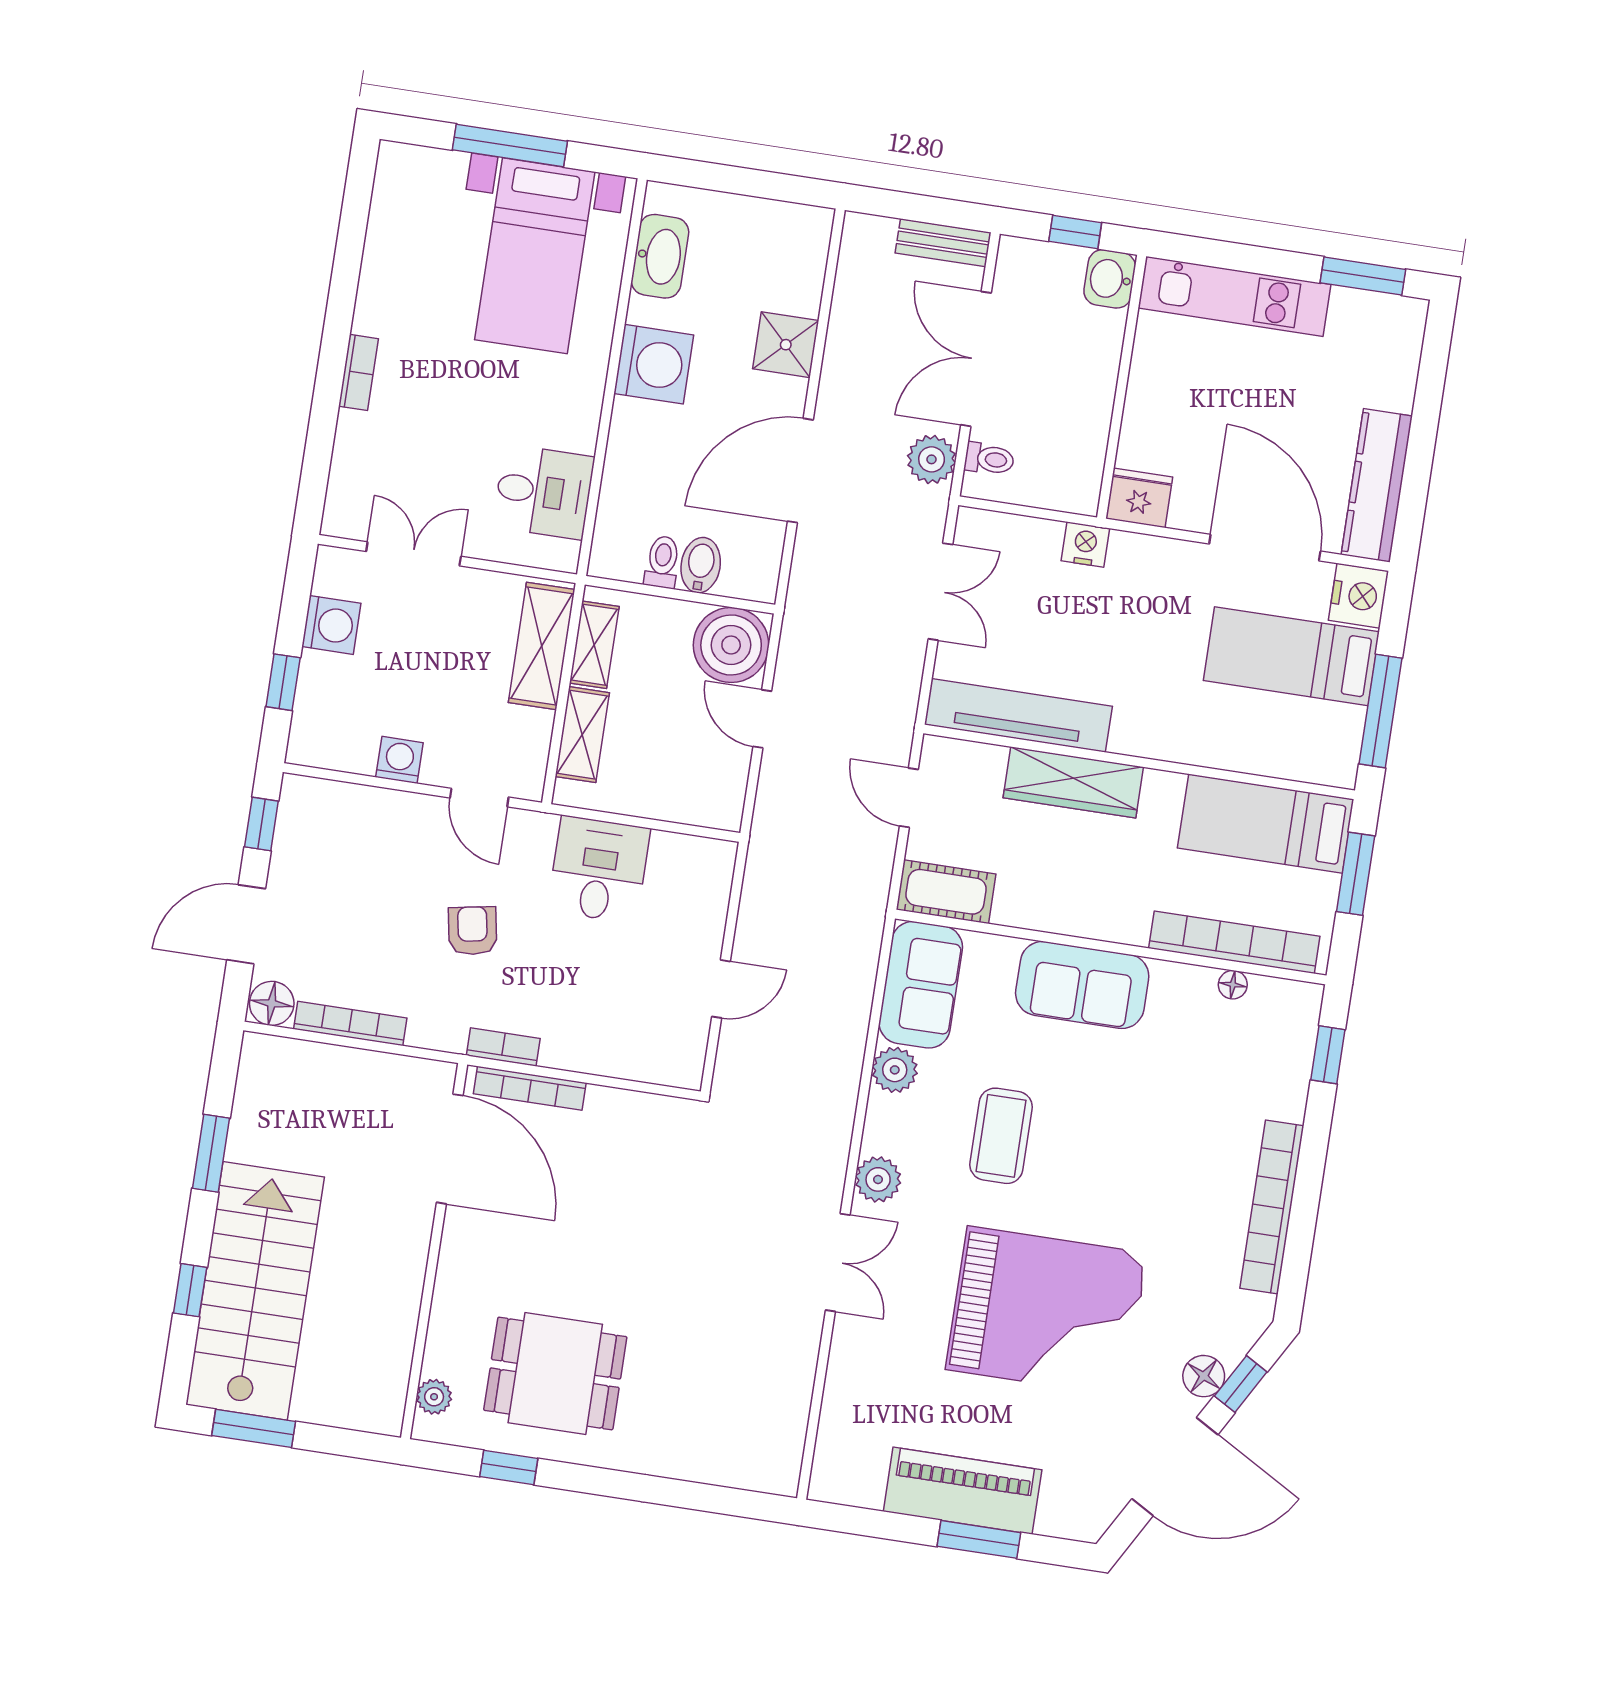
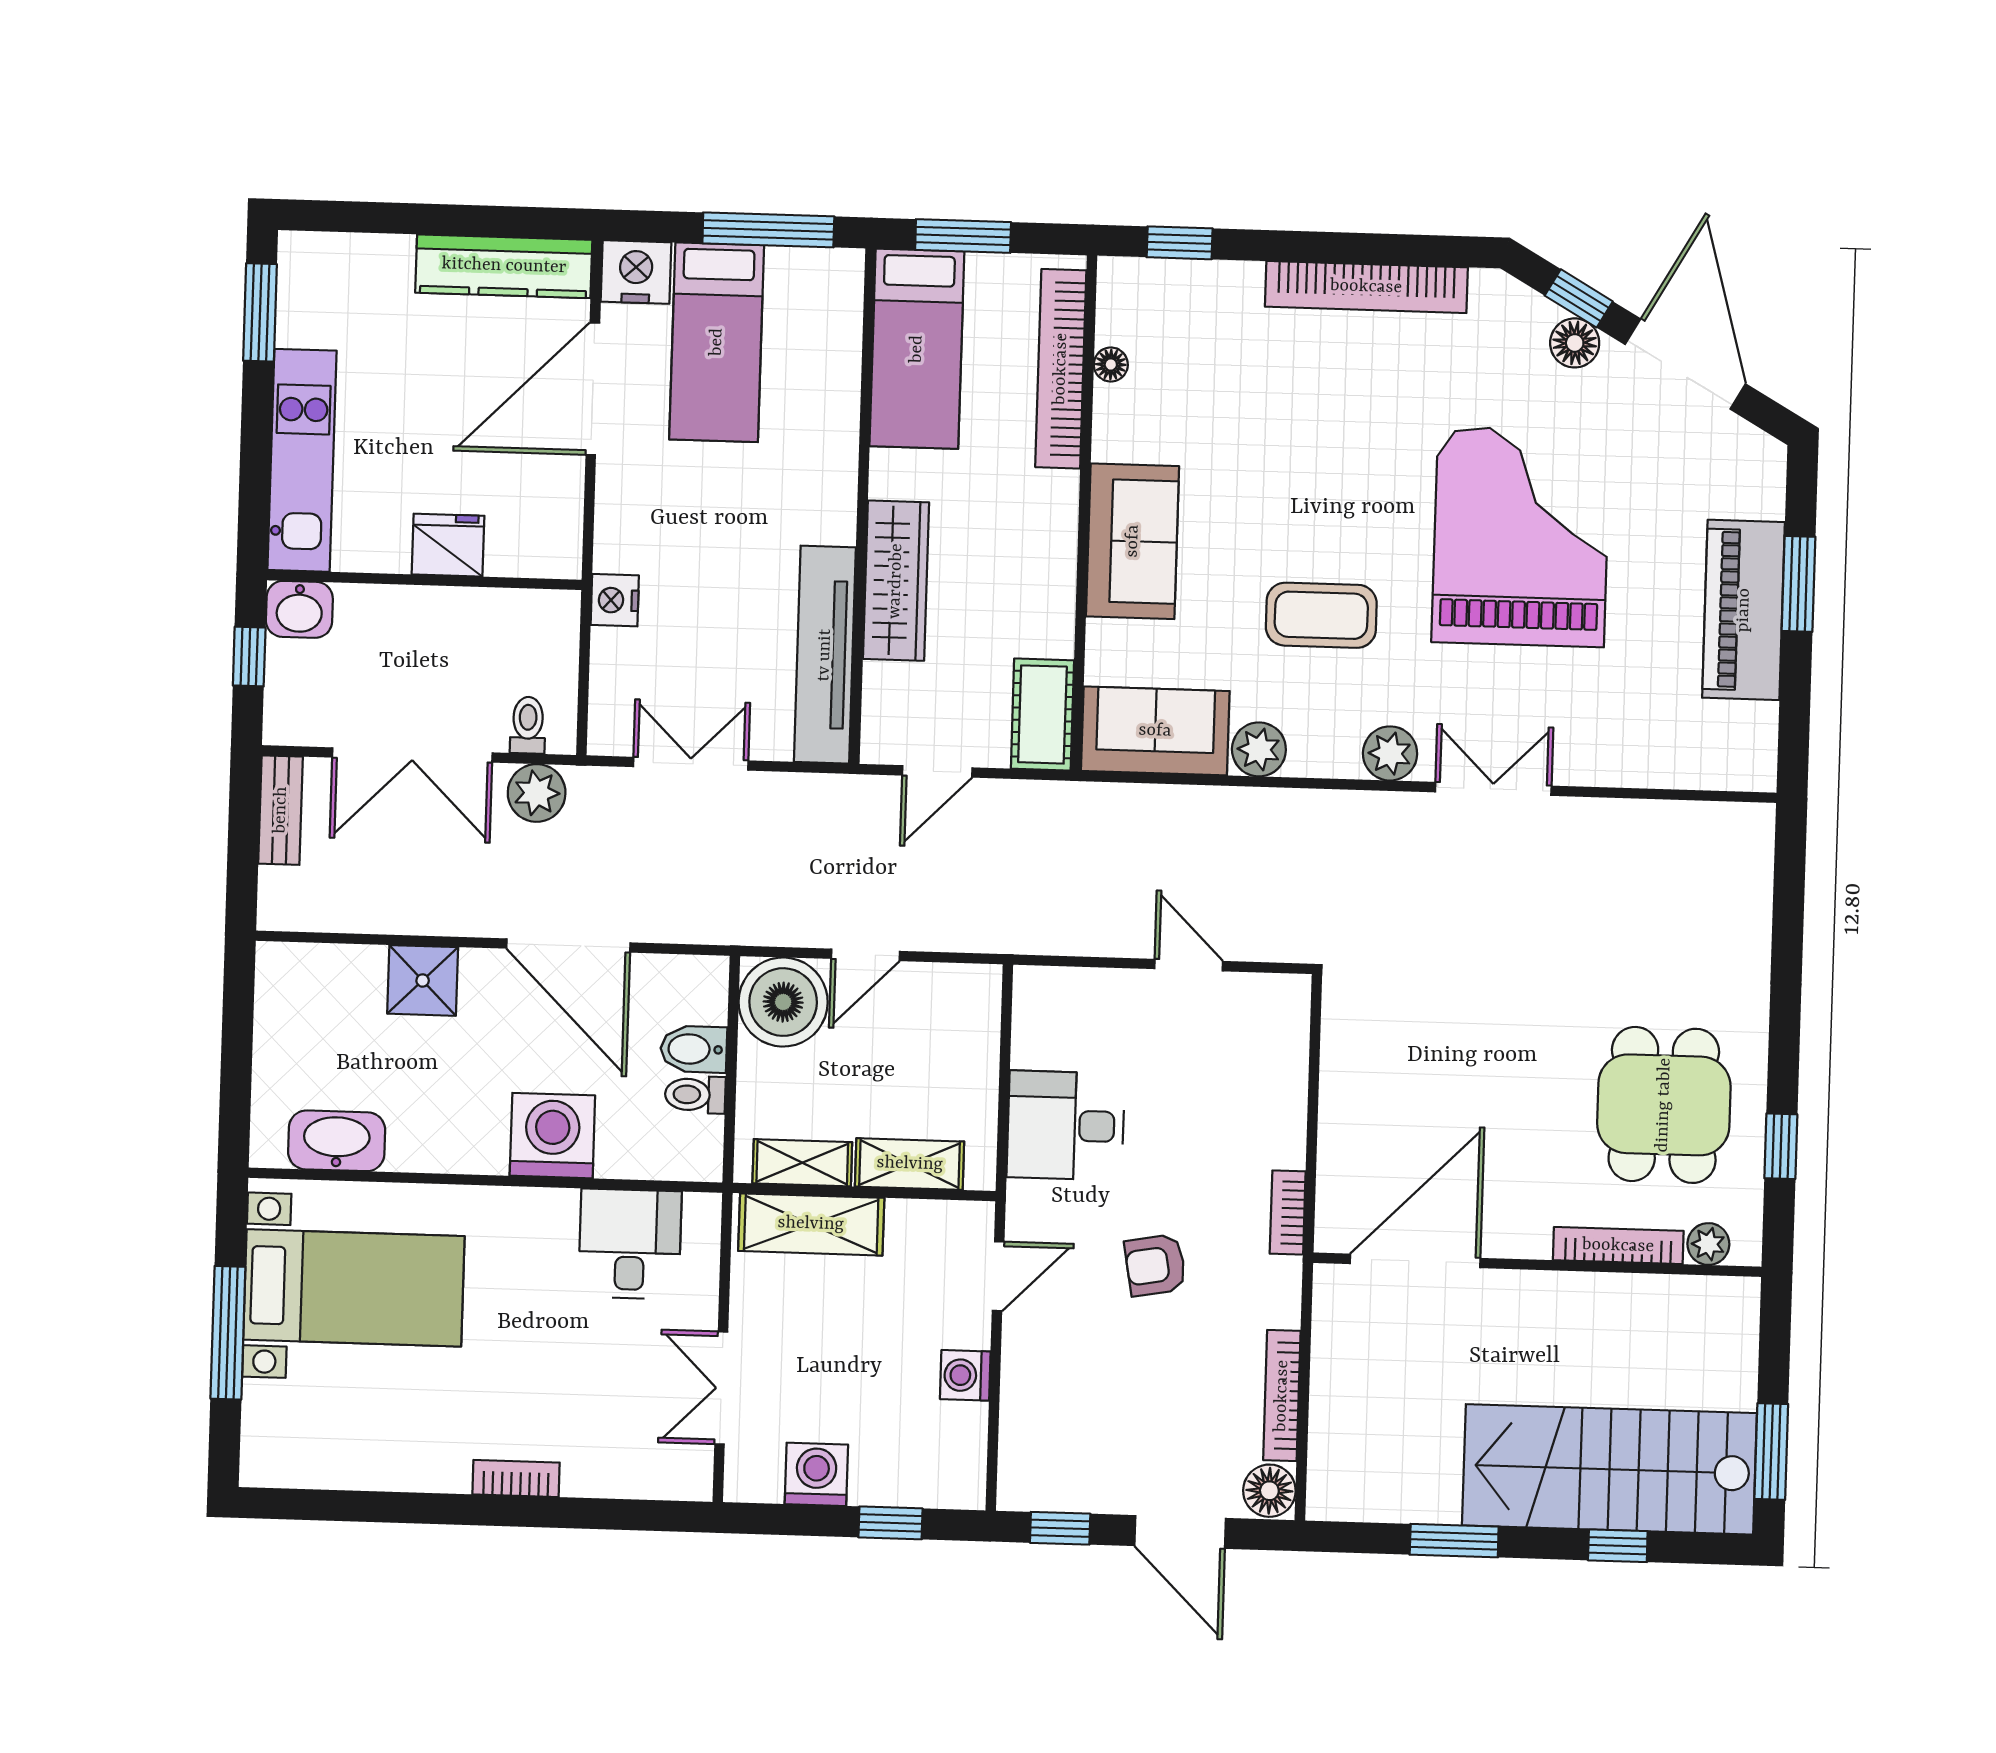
washing machine: (654, 364) -> (552, 1136), moved
fridge: (1139, 498) -> (448, 545), moved, turned 90
bookcase: (530, 1088) -> (1618, 1246), moved, turned -90

